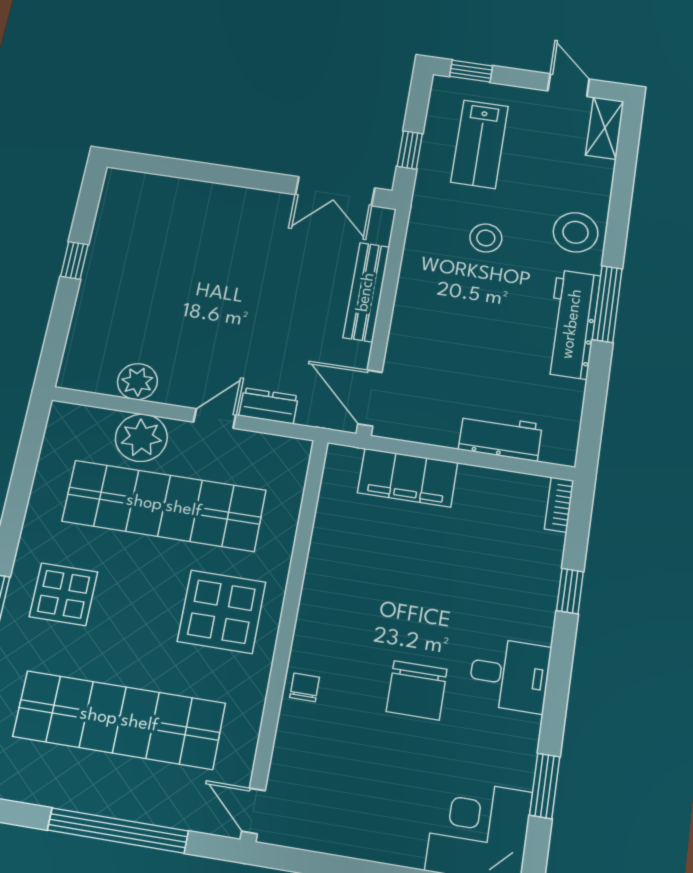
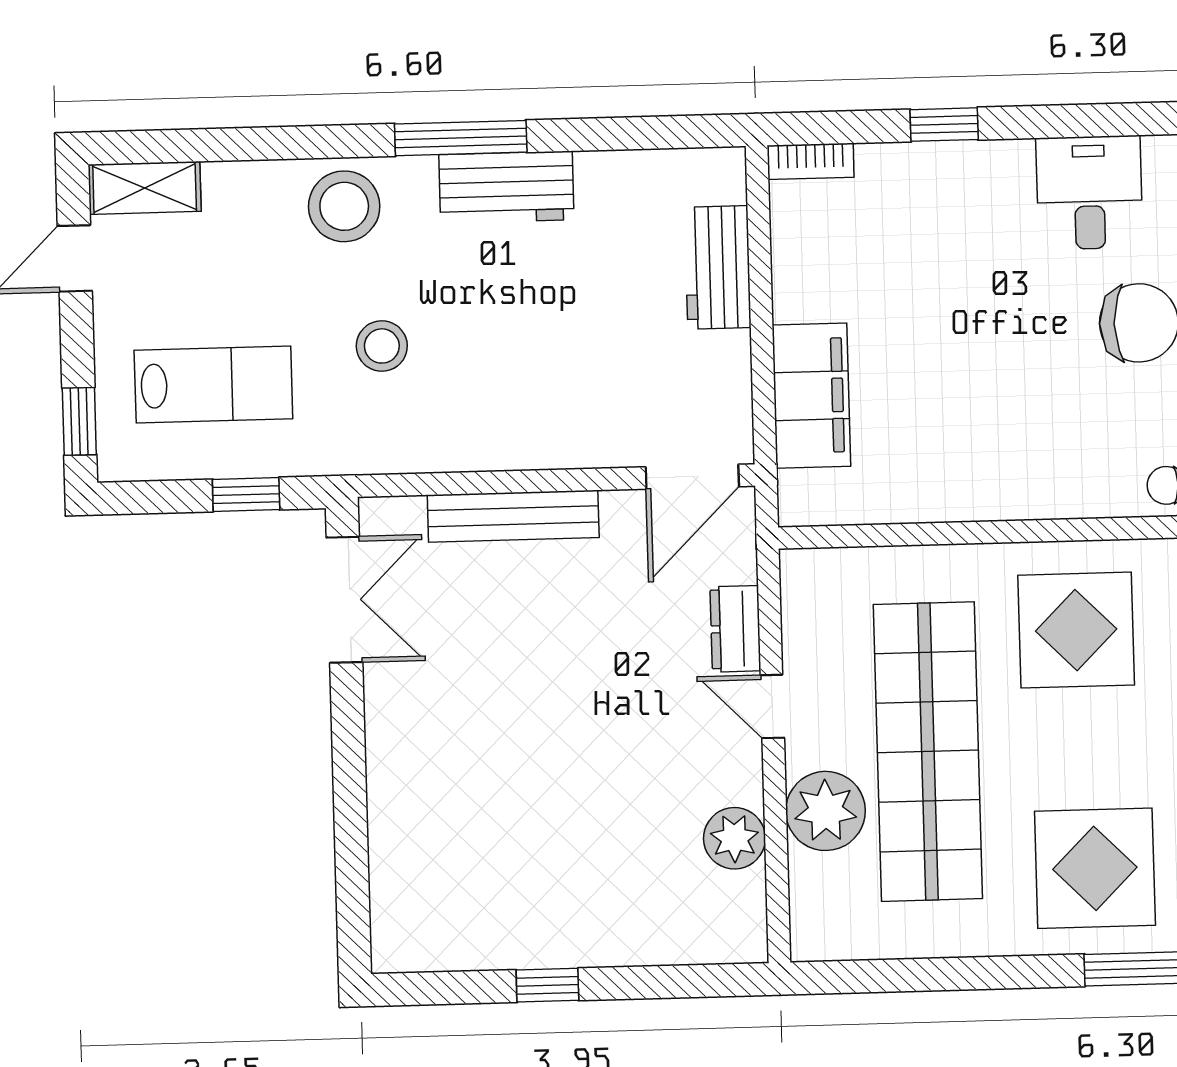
workbench: (572, 324) -> (506, 187), width x0.73
display table: (64, 594) -> (1095, 868), width x1.36, depth x1.36

